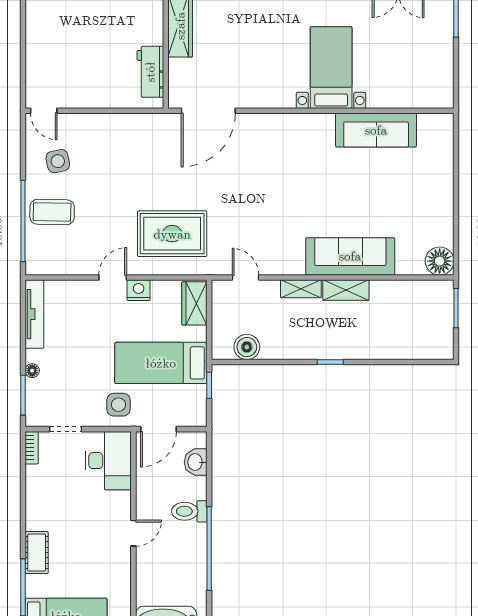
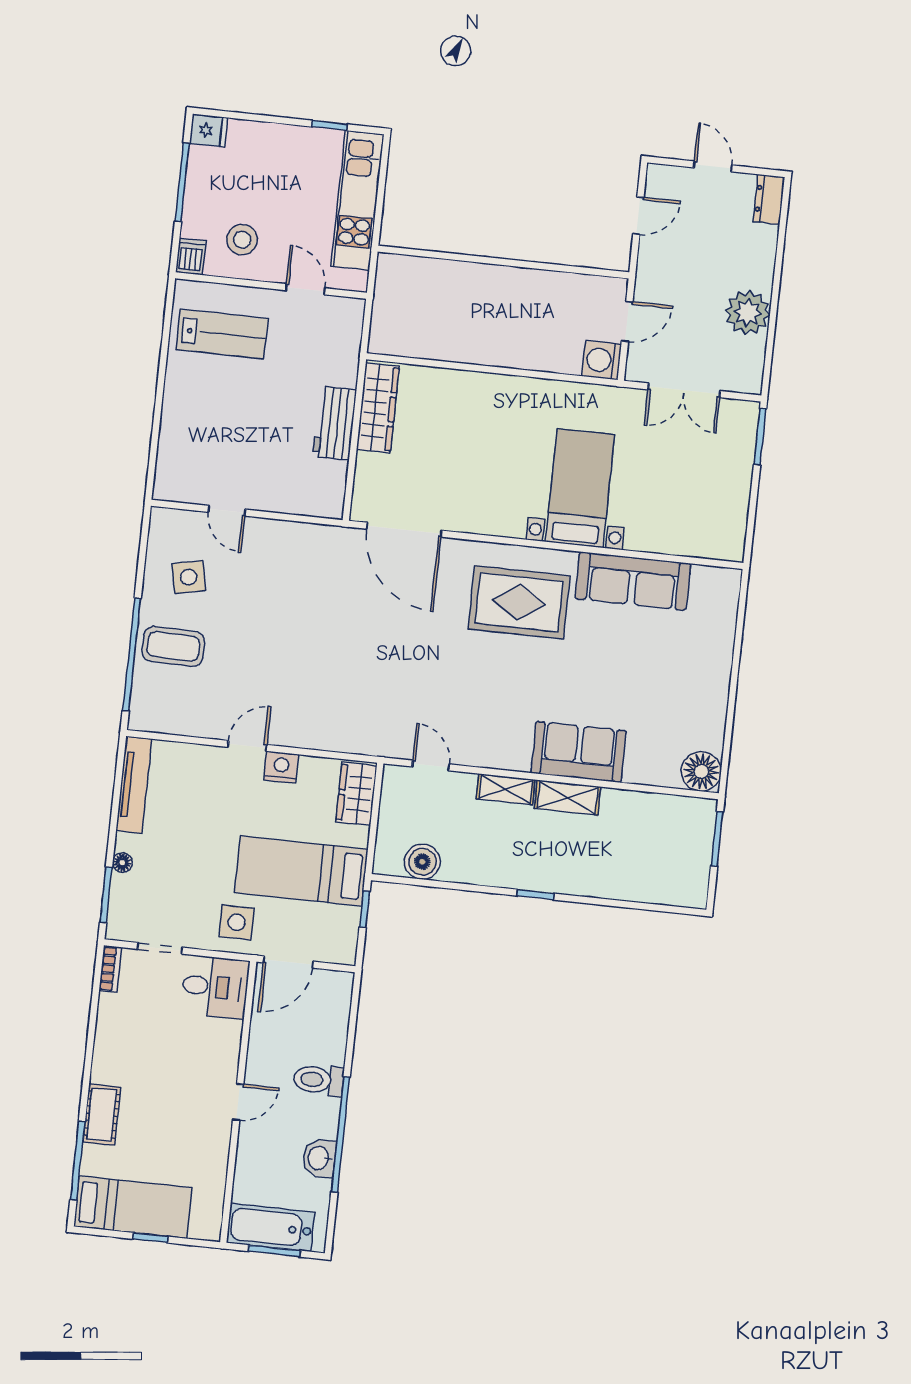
workbench: (150, 72) -> (335, 423), moved
door: (44, 111) -> (227, 511), moved
door: (208, 111) -> (404, 530), hinge flipped
rug: (172, 234) -> (519, 602), moved
sofa: (350, 256) -> (579, 752), width x0.73
desk: (108, 461) -> (215, 987), width x0.73
washbasin: (196, 462) -> (319, 1158), moved

